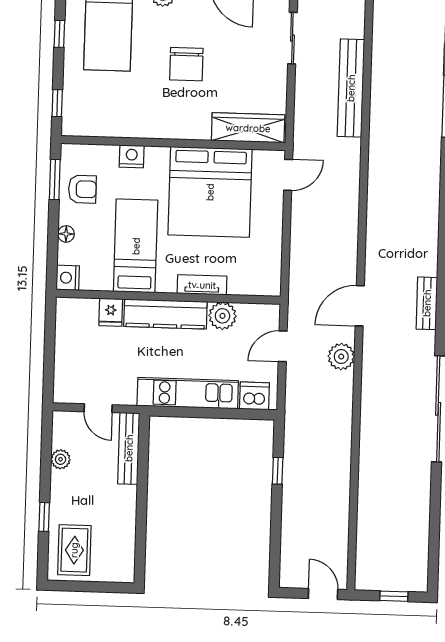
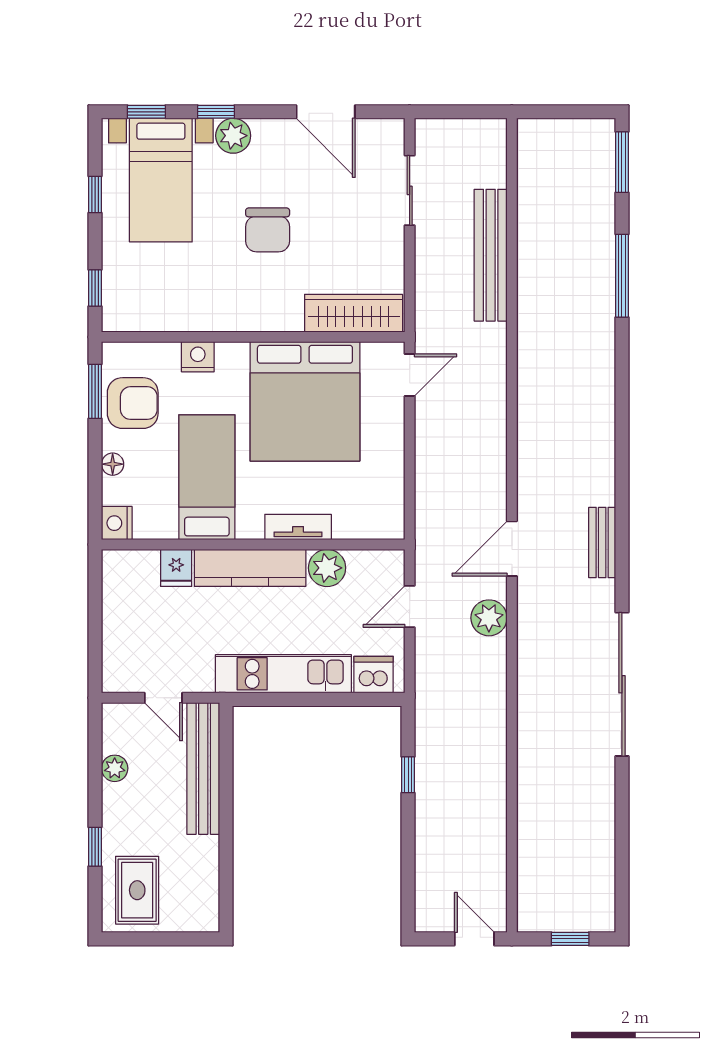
armchair: (82, 189) -> (133, 403), width x1.38, depth x1.38
bench: (129, 448) -> (203, 768), width x1.37, depth x1.21

